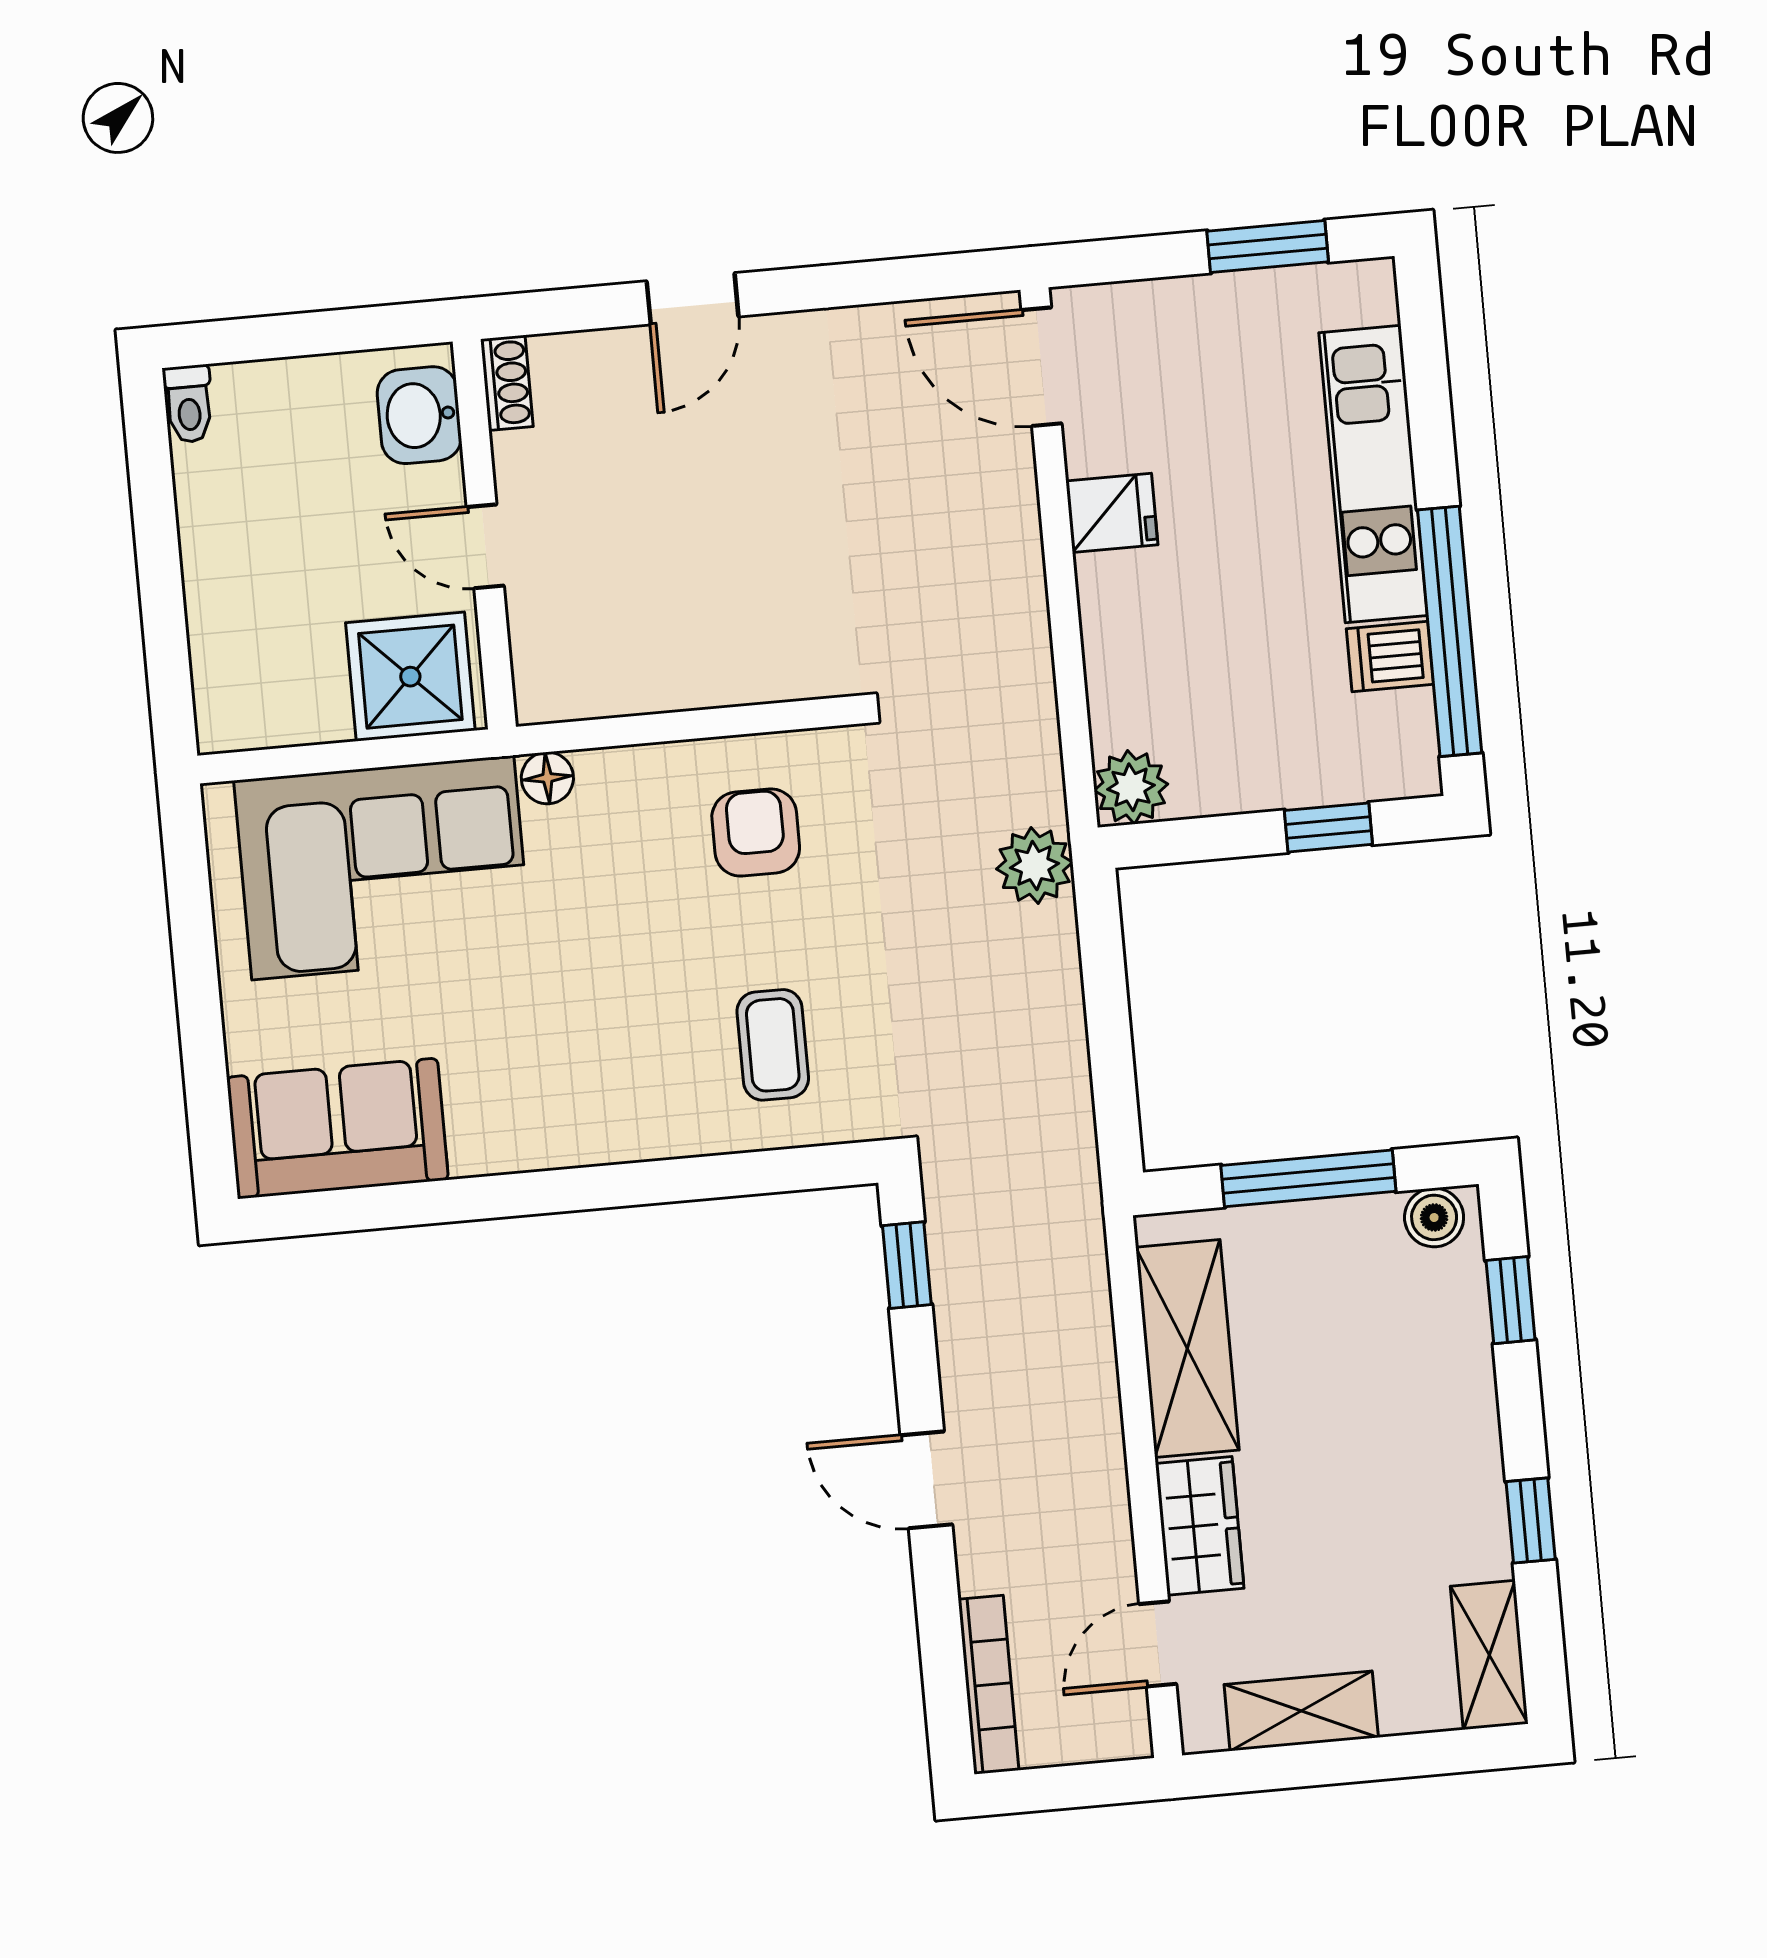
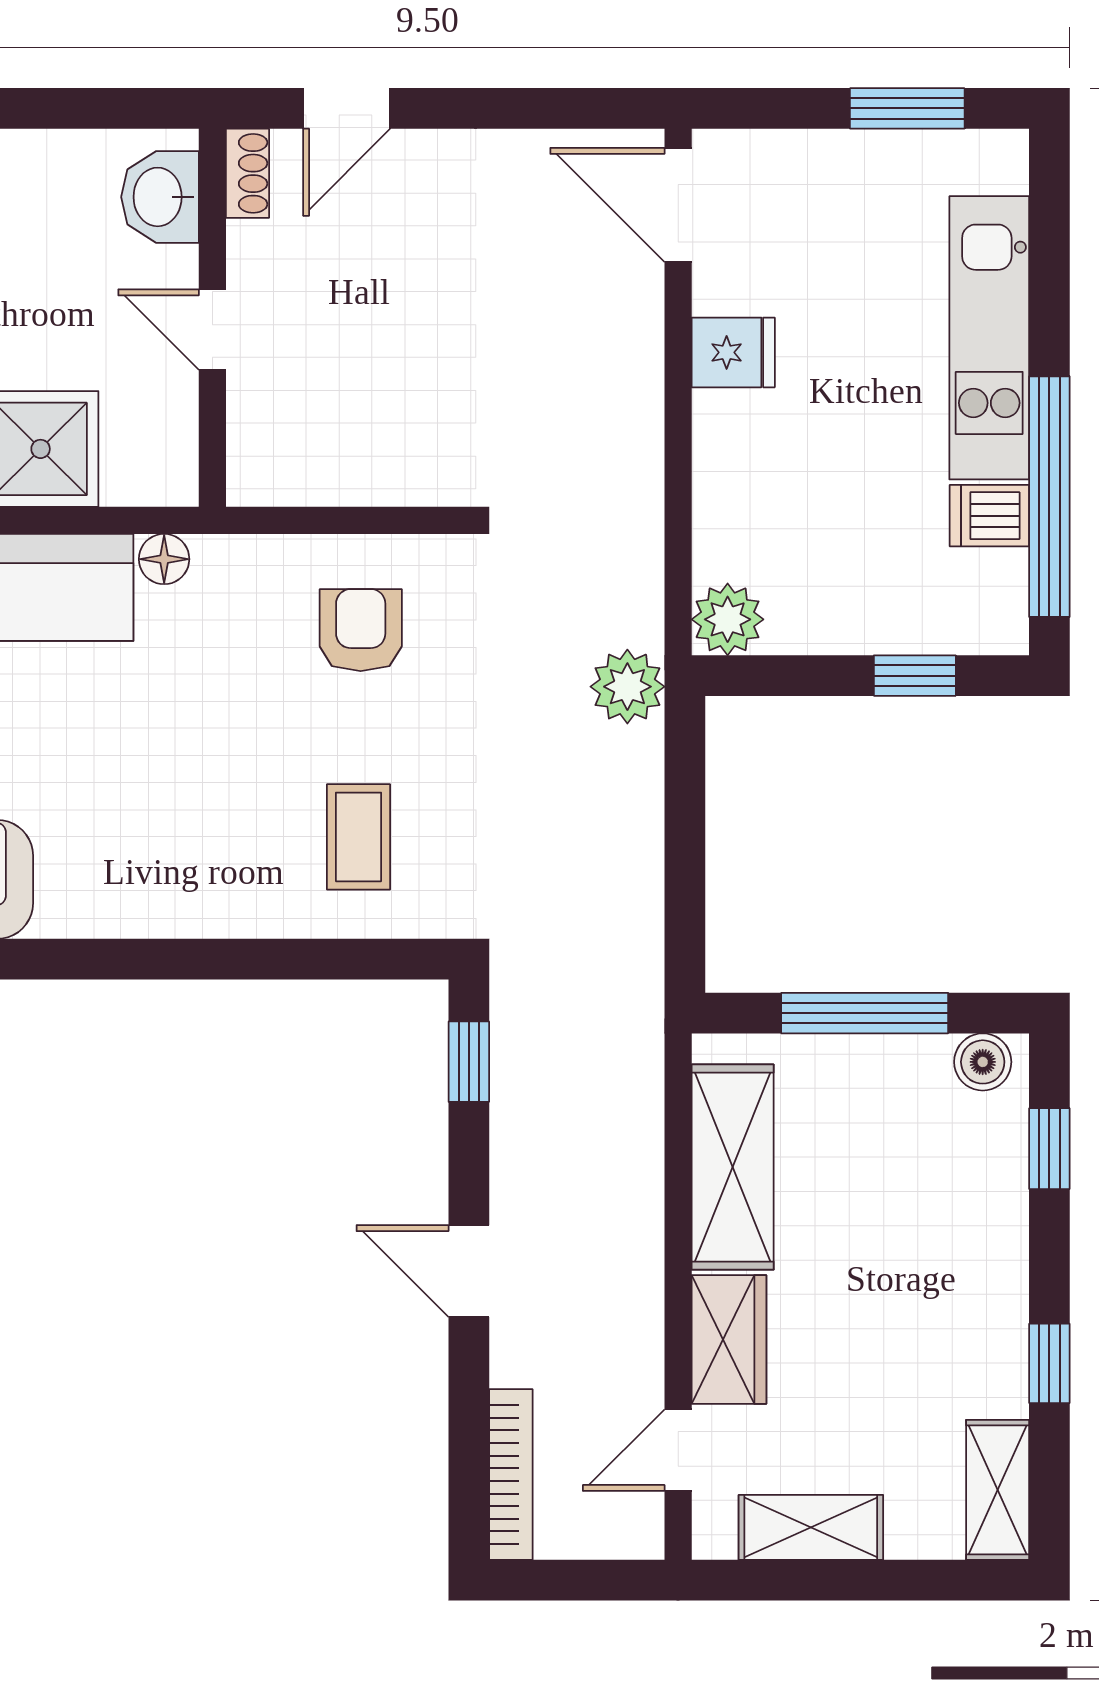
shoe rack: (507, 383) -> (247, 173), moved
washbasin: (419, 415) -> (160, 197), moved
wall: (484, 534) -> (212, 318), moved
door: (485, 546) -> (212, 330), moved

